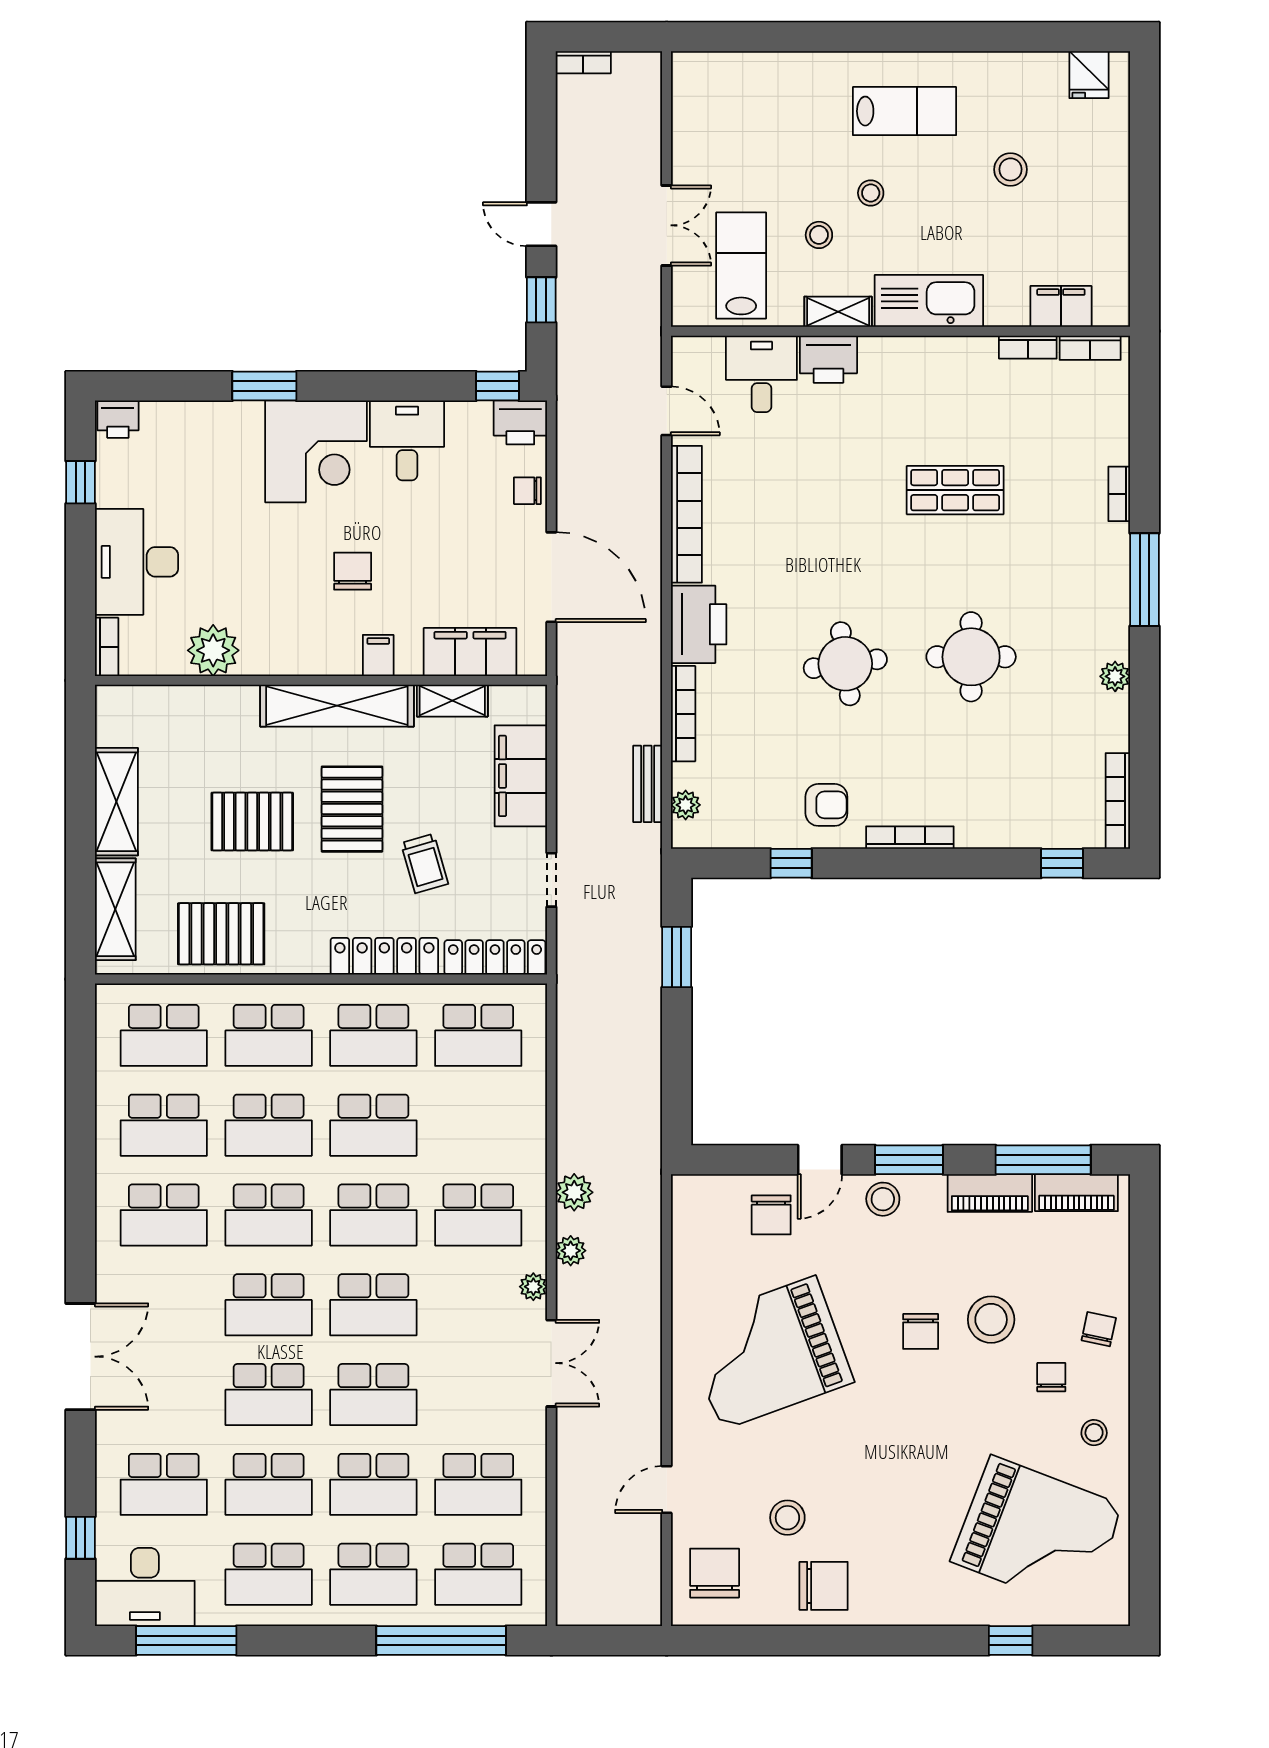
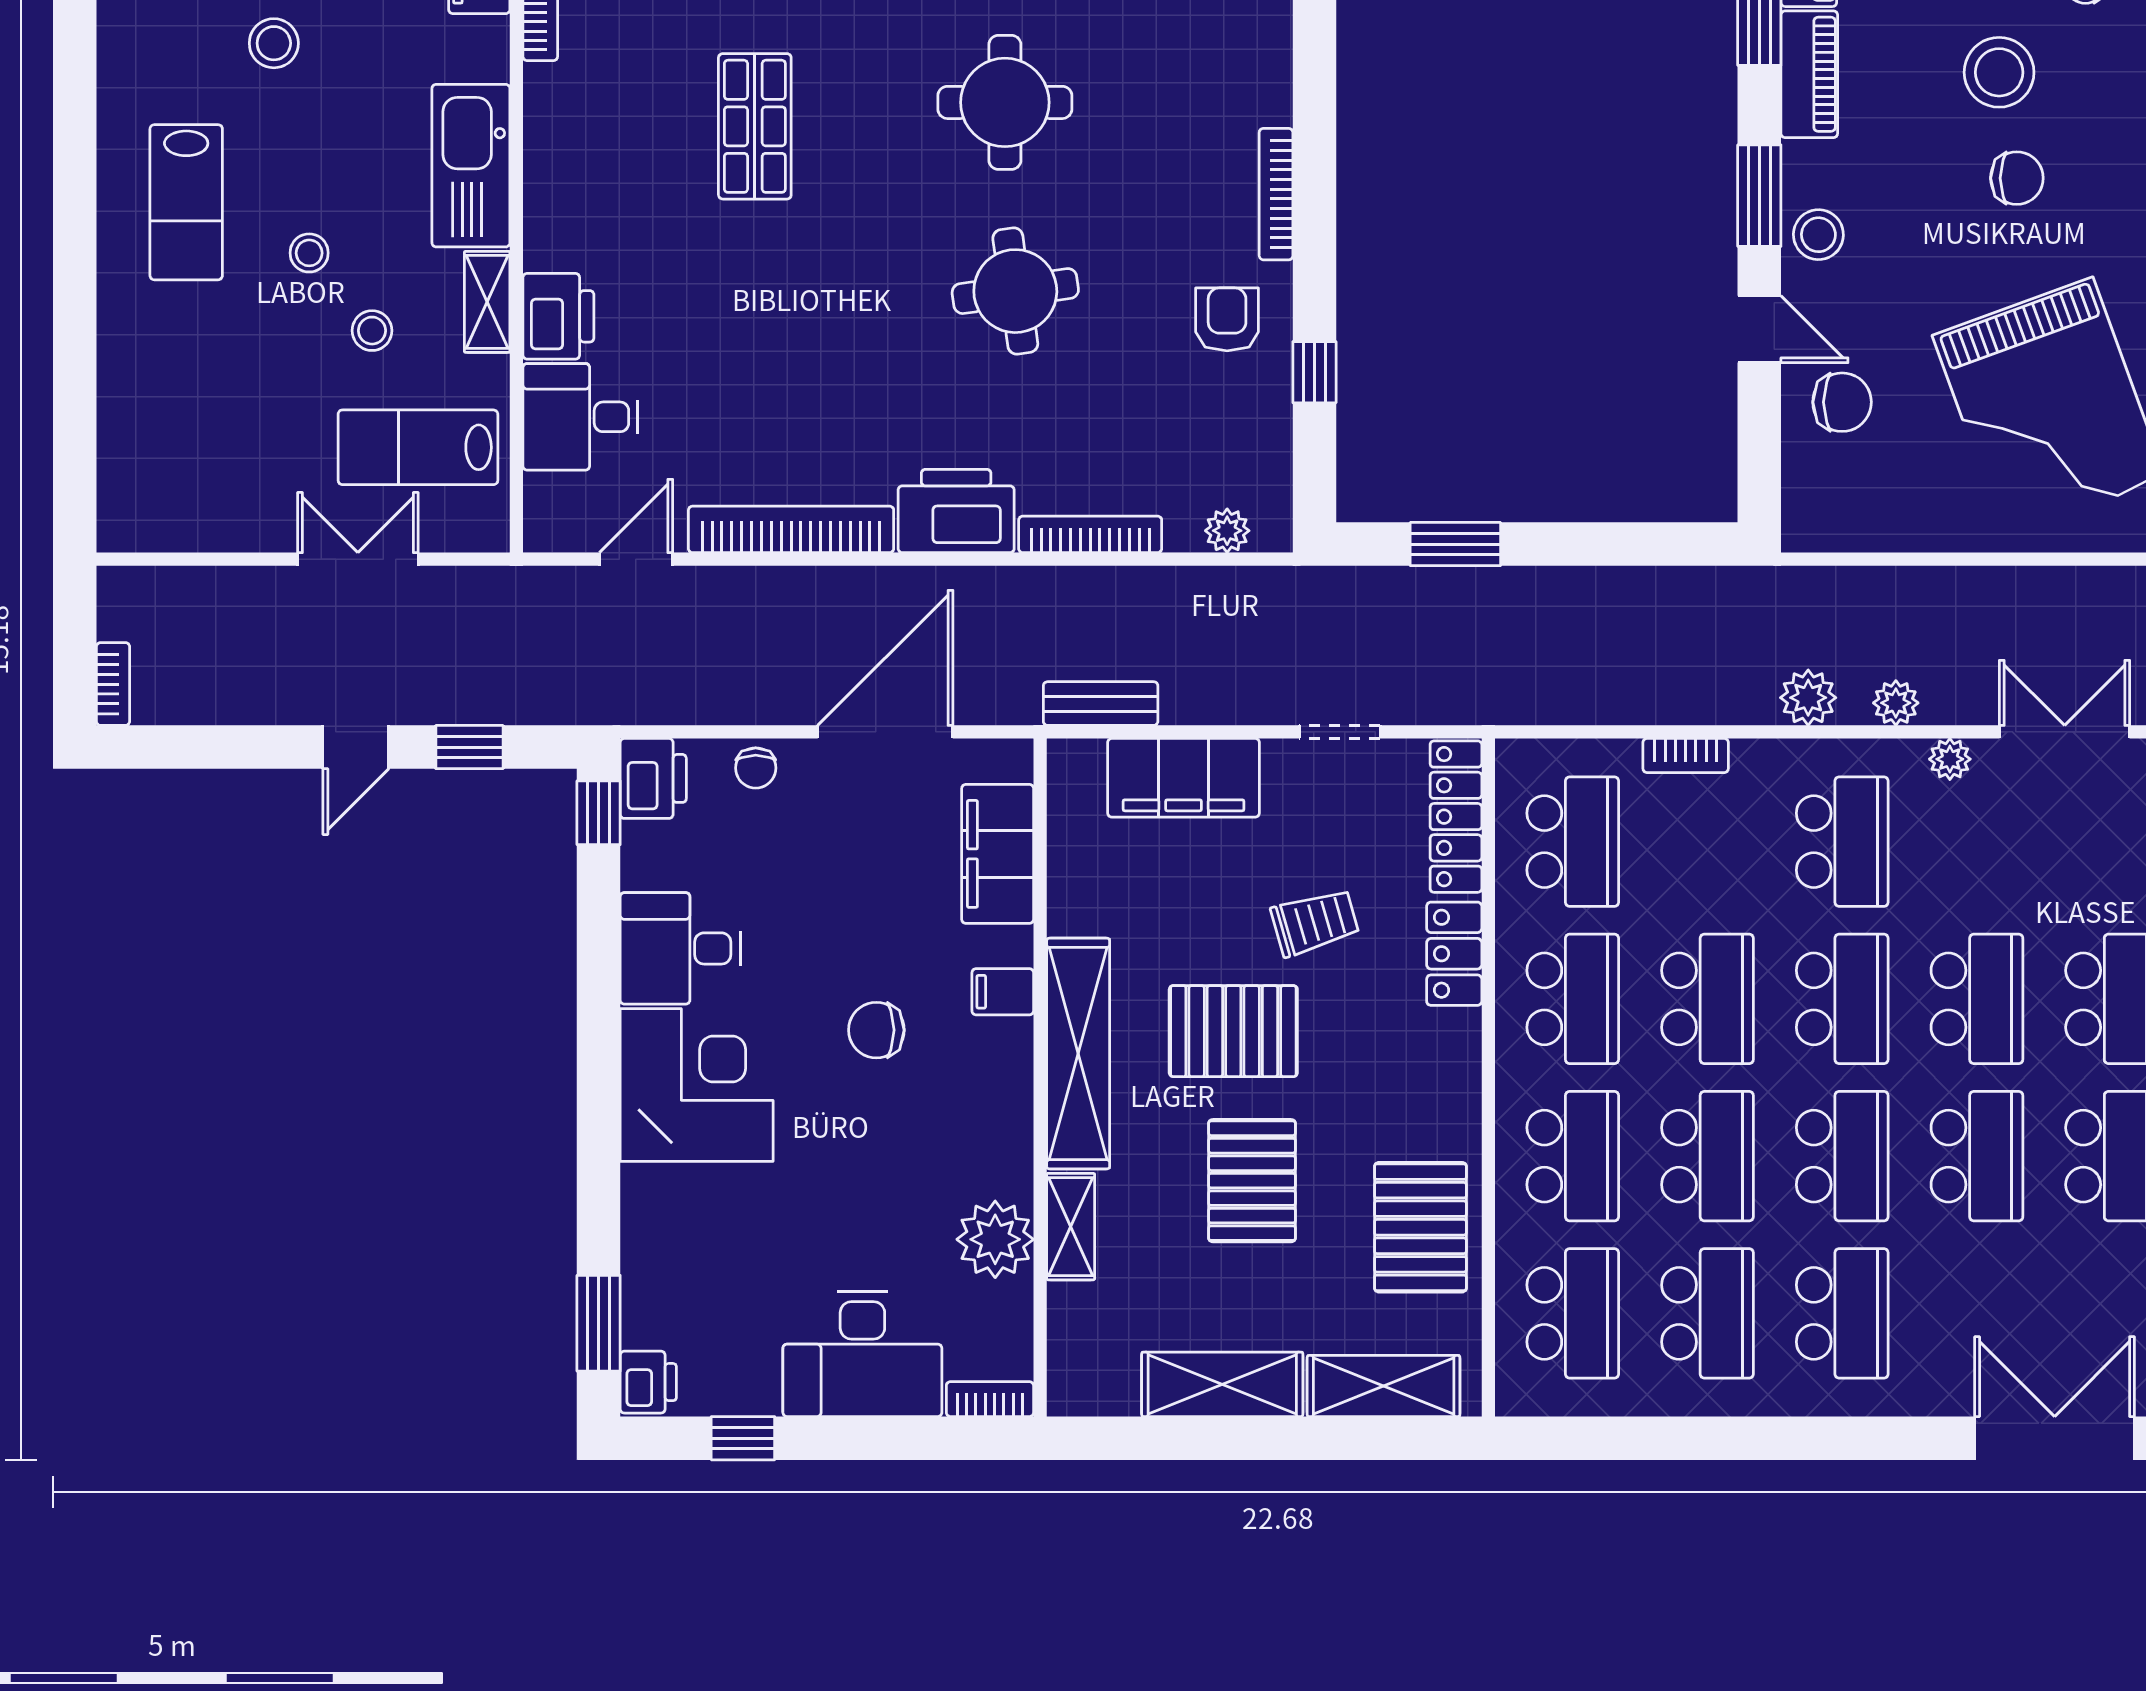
lab bench: (905, 111) -> (186, 202), turned 180
window: (264, 386) -> (599, 1323), moved
shelving: (452, 701) -> (1071, 1227), moved
bench: (648, 784) -> (1101, 704), moved
locker: (384, 956) -> (1454, 954), width x0.66
bookcase: (536, 1111) -> (1686, 756), added

